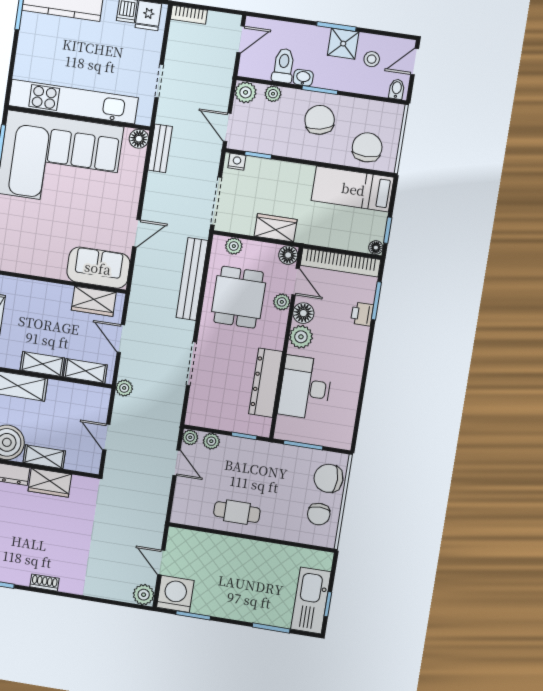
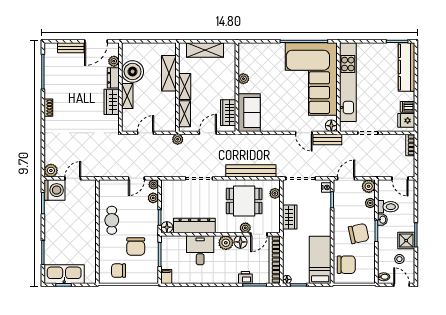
door: (137, 233) -> (304, 133), moved
floor lamp: (288, 255) -> (167, 227), moved
plant: (43, 269) -> (243, 79), added
desk: (305, 388) -> (200, 250), width x0.73
filing cabinet: (340, 440) -> (166, 277), added
chair: (329, 478) -> (136, 247), moved, turned 180

